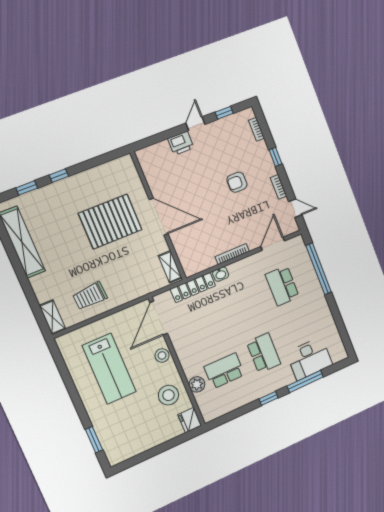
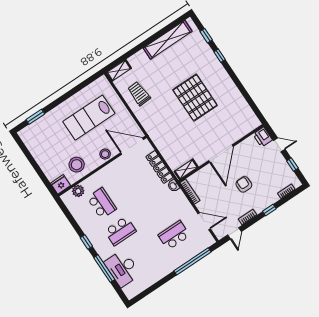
wall: (158, 216) -> (221, 154), moved
door: (159, 217) -> (221, 154), moved
shelving: (170, 267) -> (186, 169), moved
plant: (197, 384) -> (78, 191), moved

